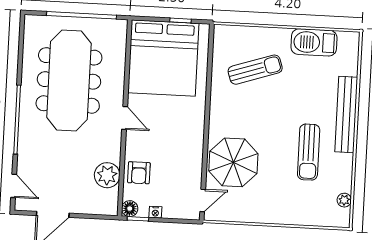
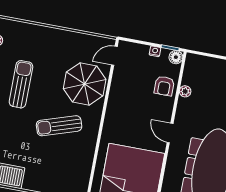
sun lounger: (255, 70) -> (59, 126), moved
armchair: (139, 173) -> (164, 86), turned 180
plant: (107, 175) -> (185, 91), width x0.53, depth x0.53

